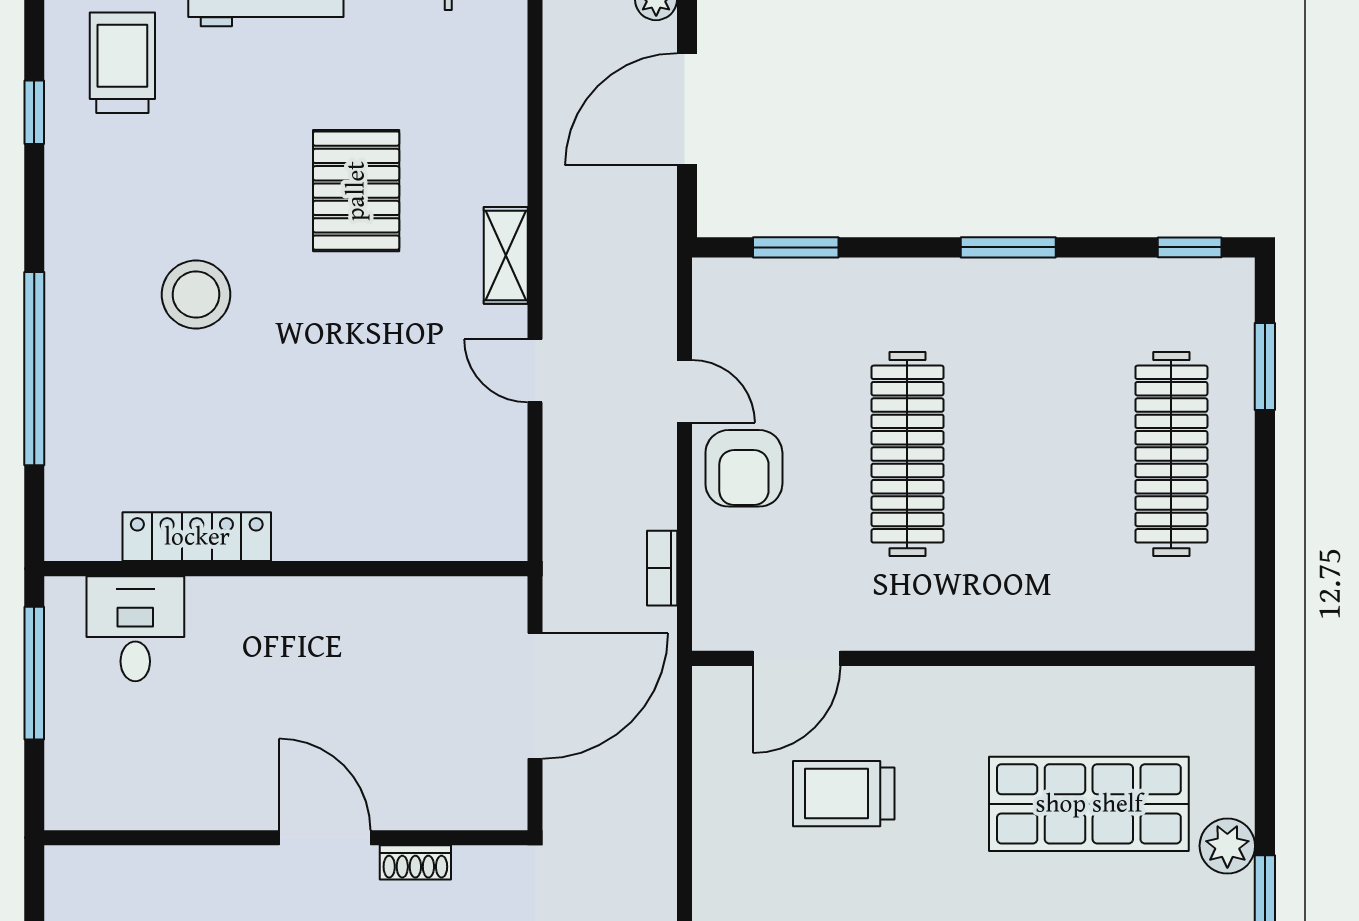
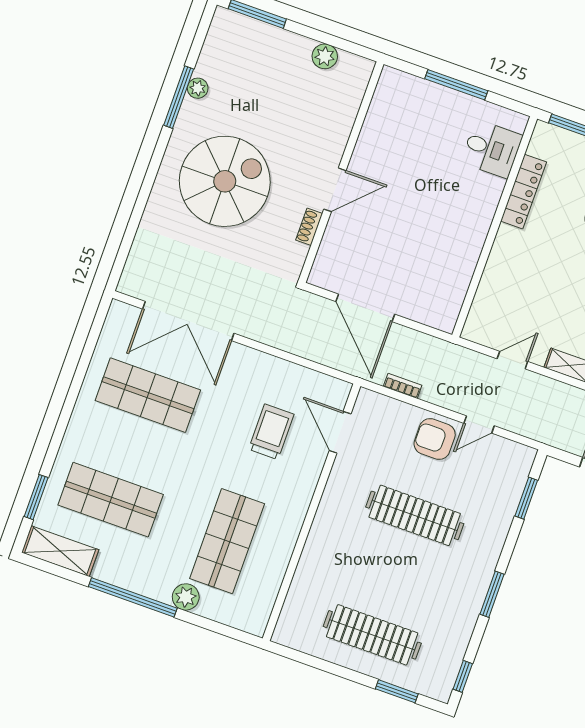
locker: (197, 537) -> (523, 192), moved
wall: (286, 569) -> (495, 227), moved
desk: (135, 629) -> (492, 149), moved

